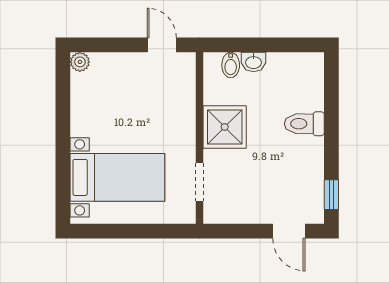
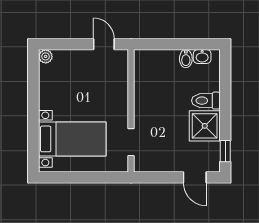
washbasin: (253, 62) -> (202, 56), moved
bidet: (231, 65) -> (186, 59), moved
shower: (225, 127) -> (205, 126), moved

